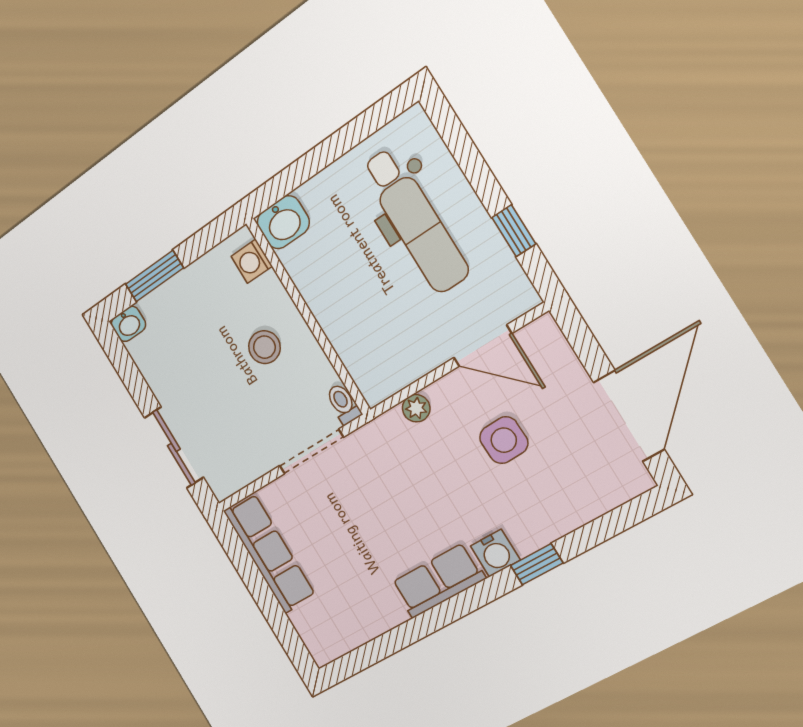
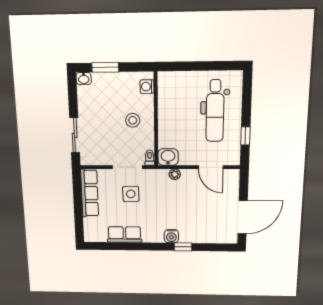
washbasin: (283, 222) -> (168, 157), moved, turned 180
side table: (504, 440) -> (131, 194), moved
row of seats: (438, 581) -> (125, 234), moved

